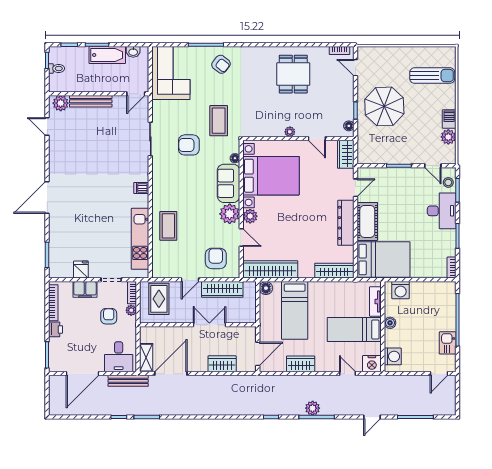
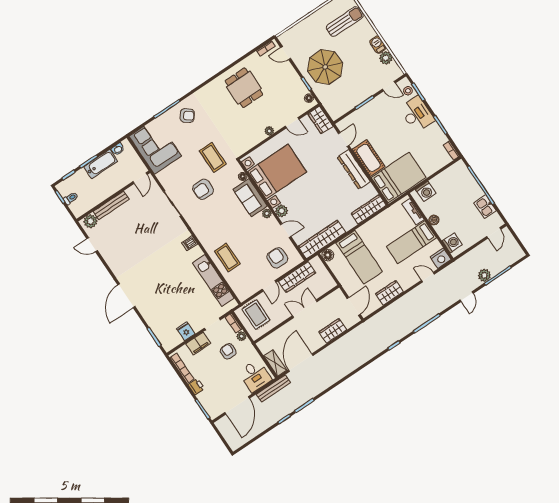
plant: (230, 214) -> (267, 213), width x0.53, depth x0.53
plant: (313, 408) -> (484, 275), moved

